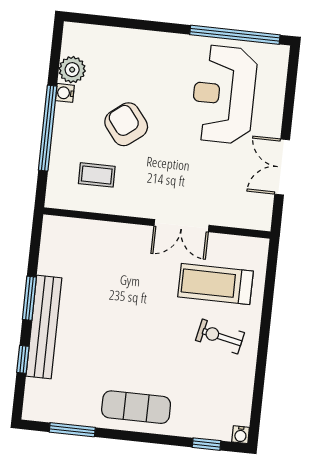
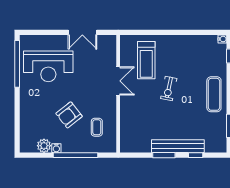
exercise bike: (220, 336) -> (169, 89), moved

